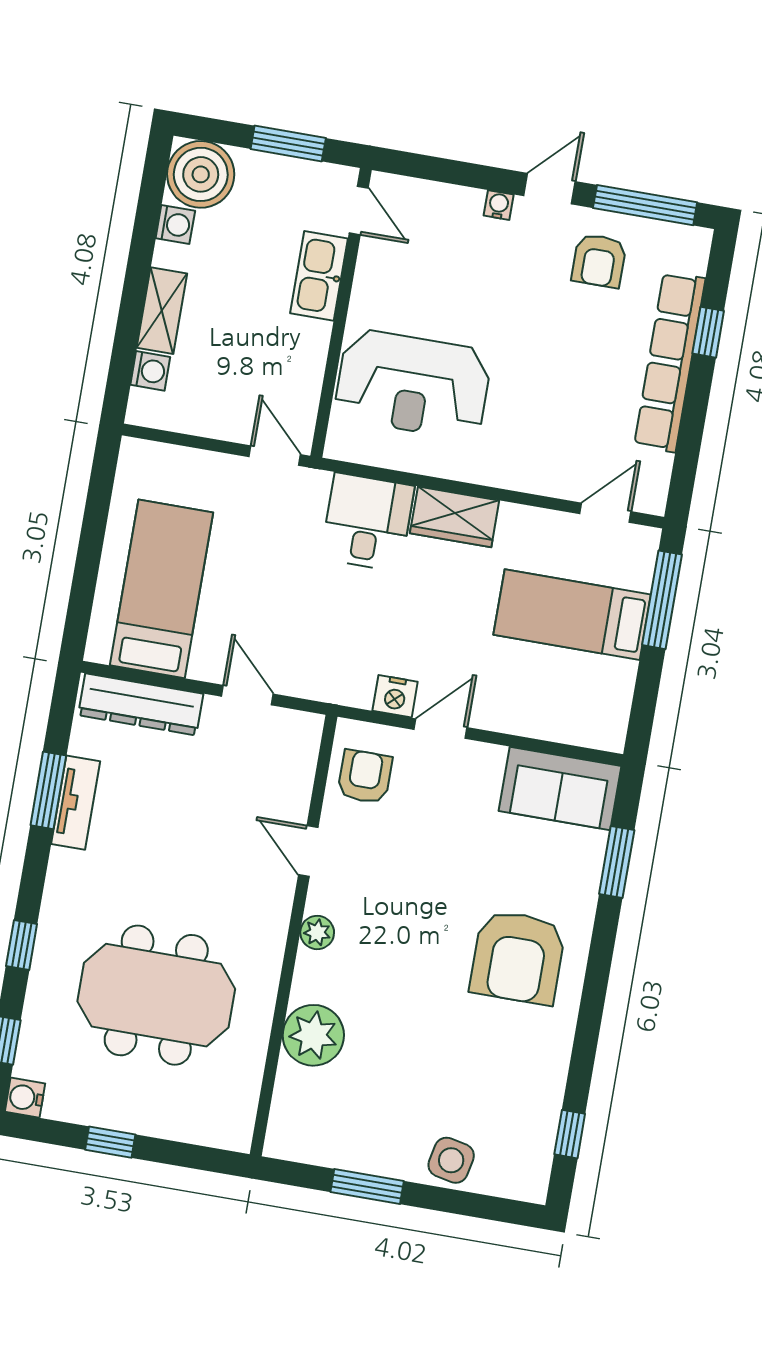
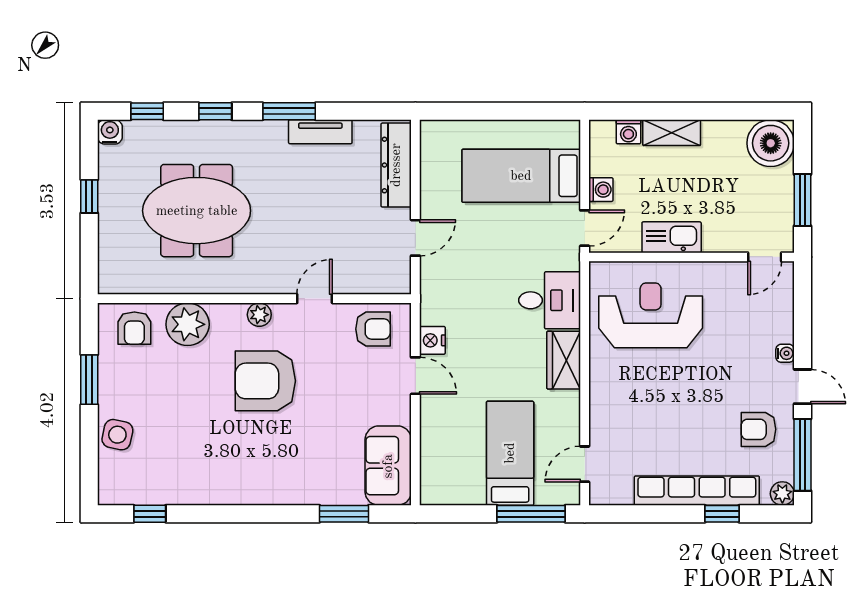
washing machine: (175, 225) -> (601, 190), moved, turned -90
plant: (695, 243) -> (782, 494), added
kitchen sink: (319, 276) -> (672, 237), moved
reception desk: (413, 384) -> (651, 315), turned 90
door: (605, 513) -> (585, 464), swing flipped
bed: (162, 589) -> (521, 176), moved, turned 180
window: (48, 790) -> (289, 111), moved
armchair: (518, 957) -> (265, 381), moved
meeting table: (156, 995) -> (197, 211), turned 90
armchair: (306, 1111) -> (134, 328), added

